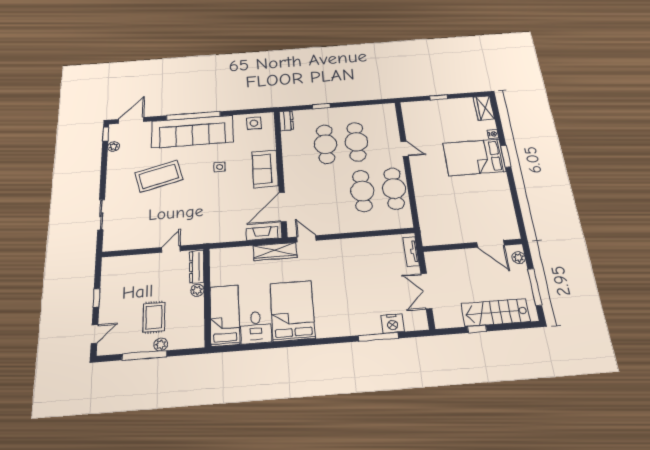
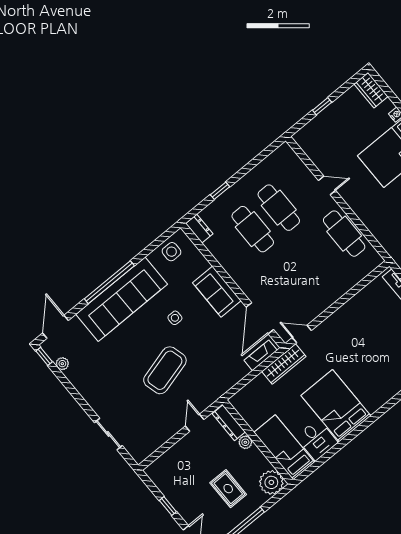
coffee table: (159, 176) -> (165, 370), moved
cafe table: (362, 191) -> (318, 255), removed
plant: (161, 344) -> (271, 482), moved, width x1.87, depth x1.87

